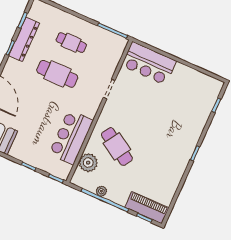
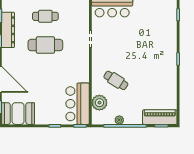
bar counter: (71, 137) -> (78, 104), moved
cafe table: (117, 146) -> (116, 80), width x0.73, depth x0.74

